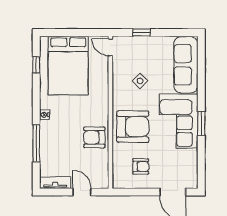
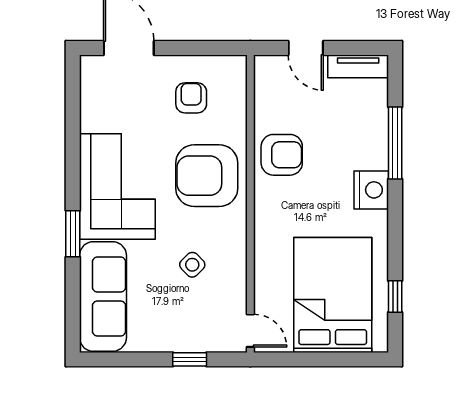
nightstand: (45, 115) -> (371, 190), width x1.89, depth x1.79
window: (201, 124) -> (73, 234), moved
armchair: (141, 166) -> (191, 98), turned 90

